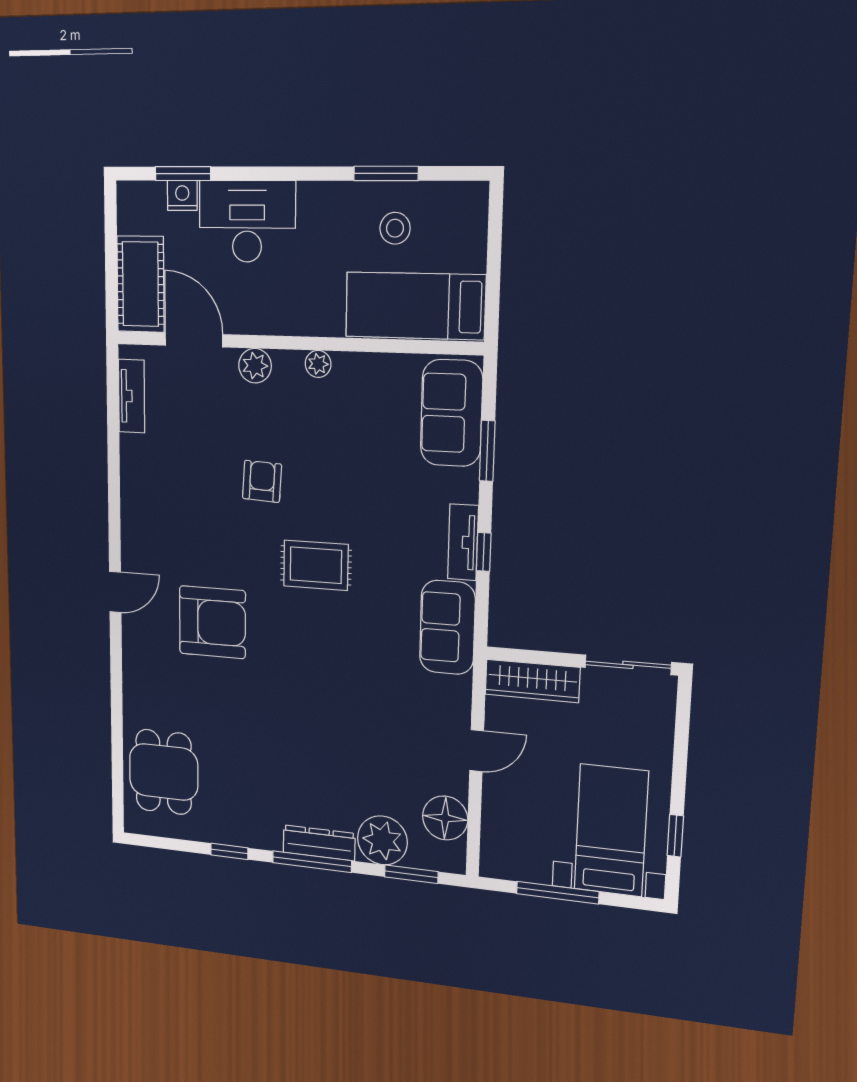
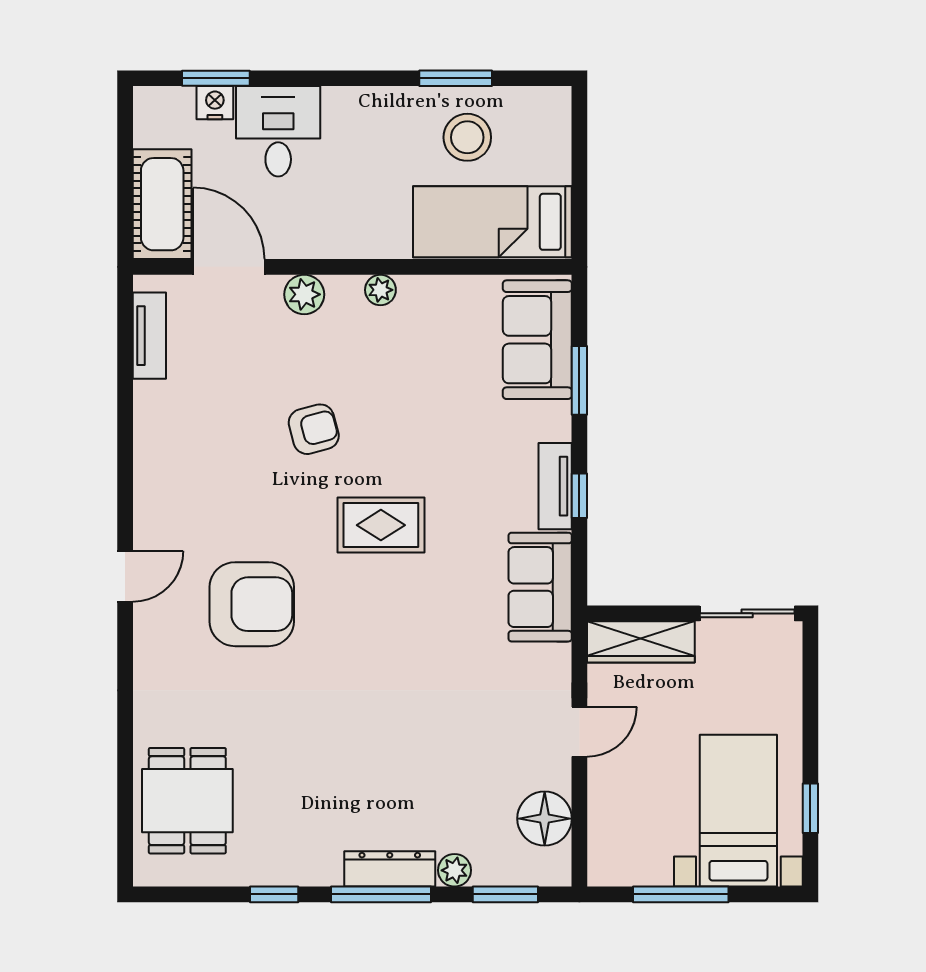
desk: (247, 221) -> (278, 131), width x0.73
stool: (395, 228) -> (467, 137), width x1.38, depth x1.38
armchair: (262, 481) -> (314, 429), turned 72
plant: (382, 840) -> (455, 870), width x0.53, depth x0.53

